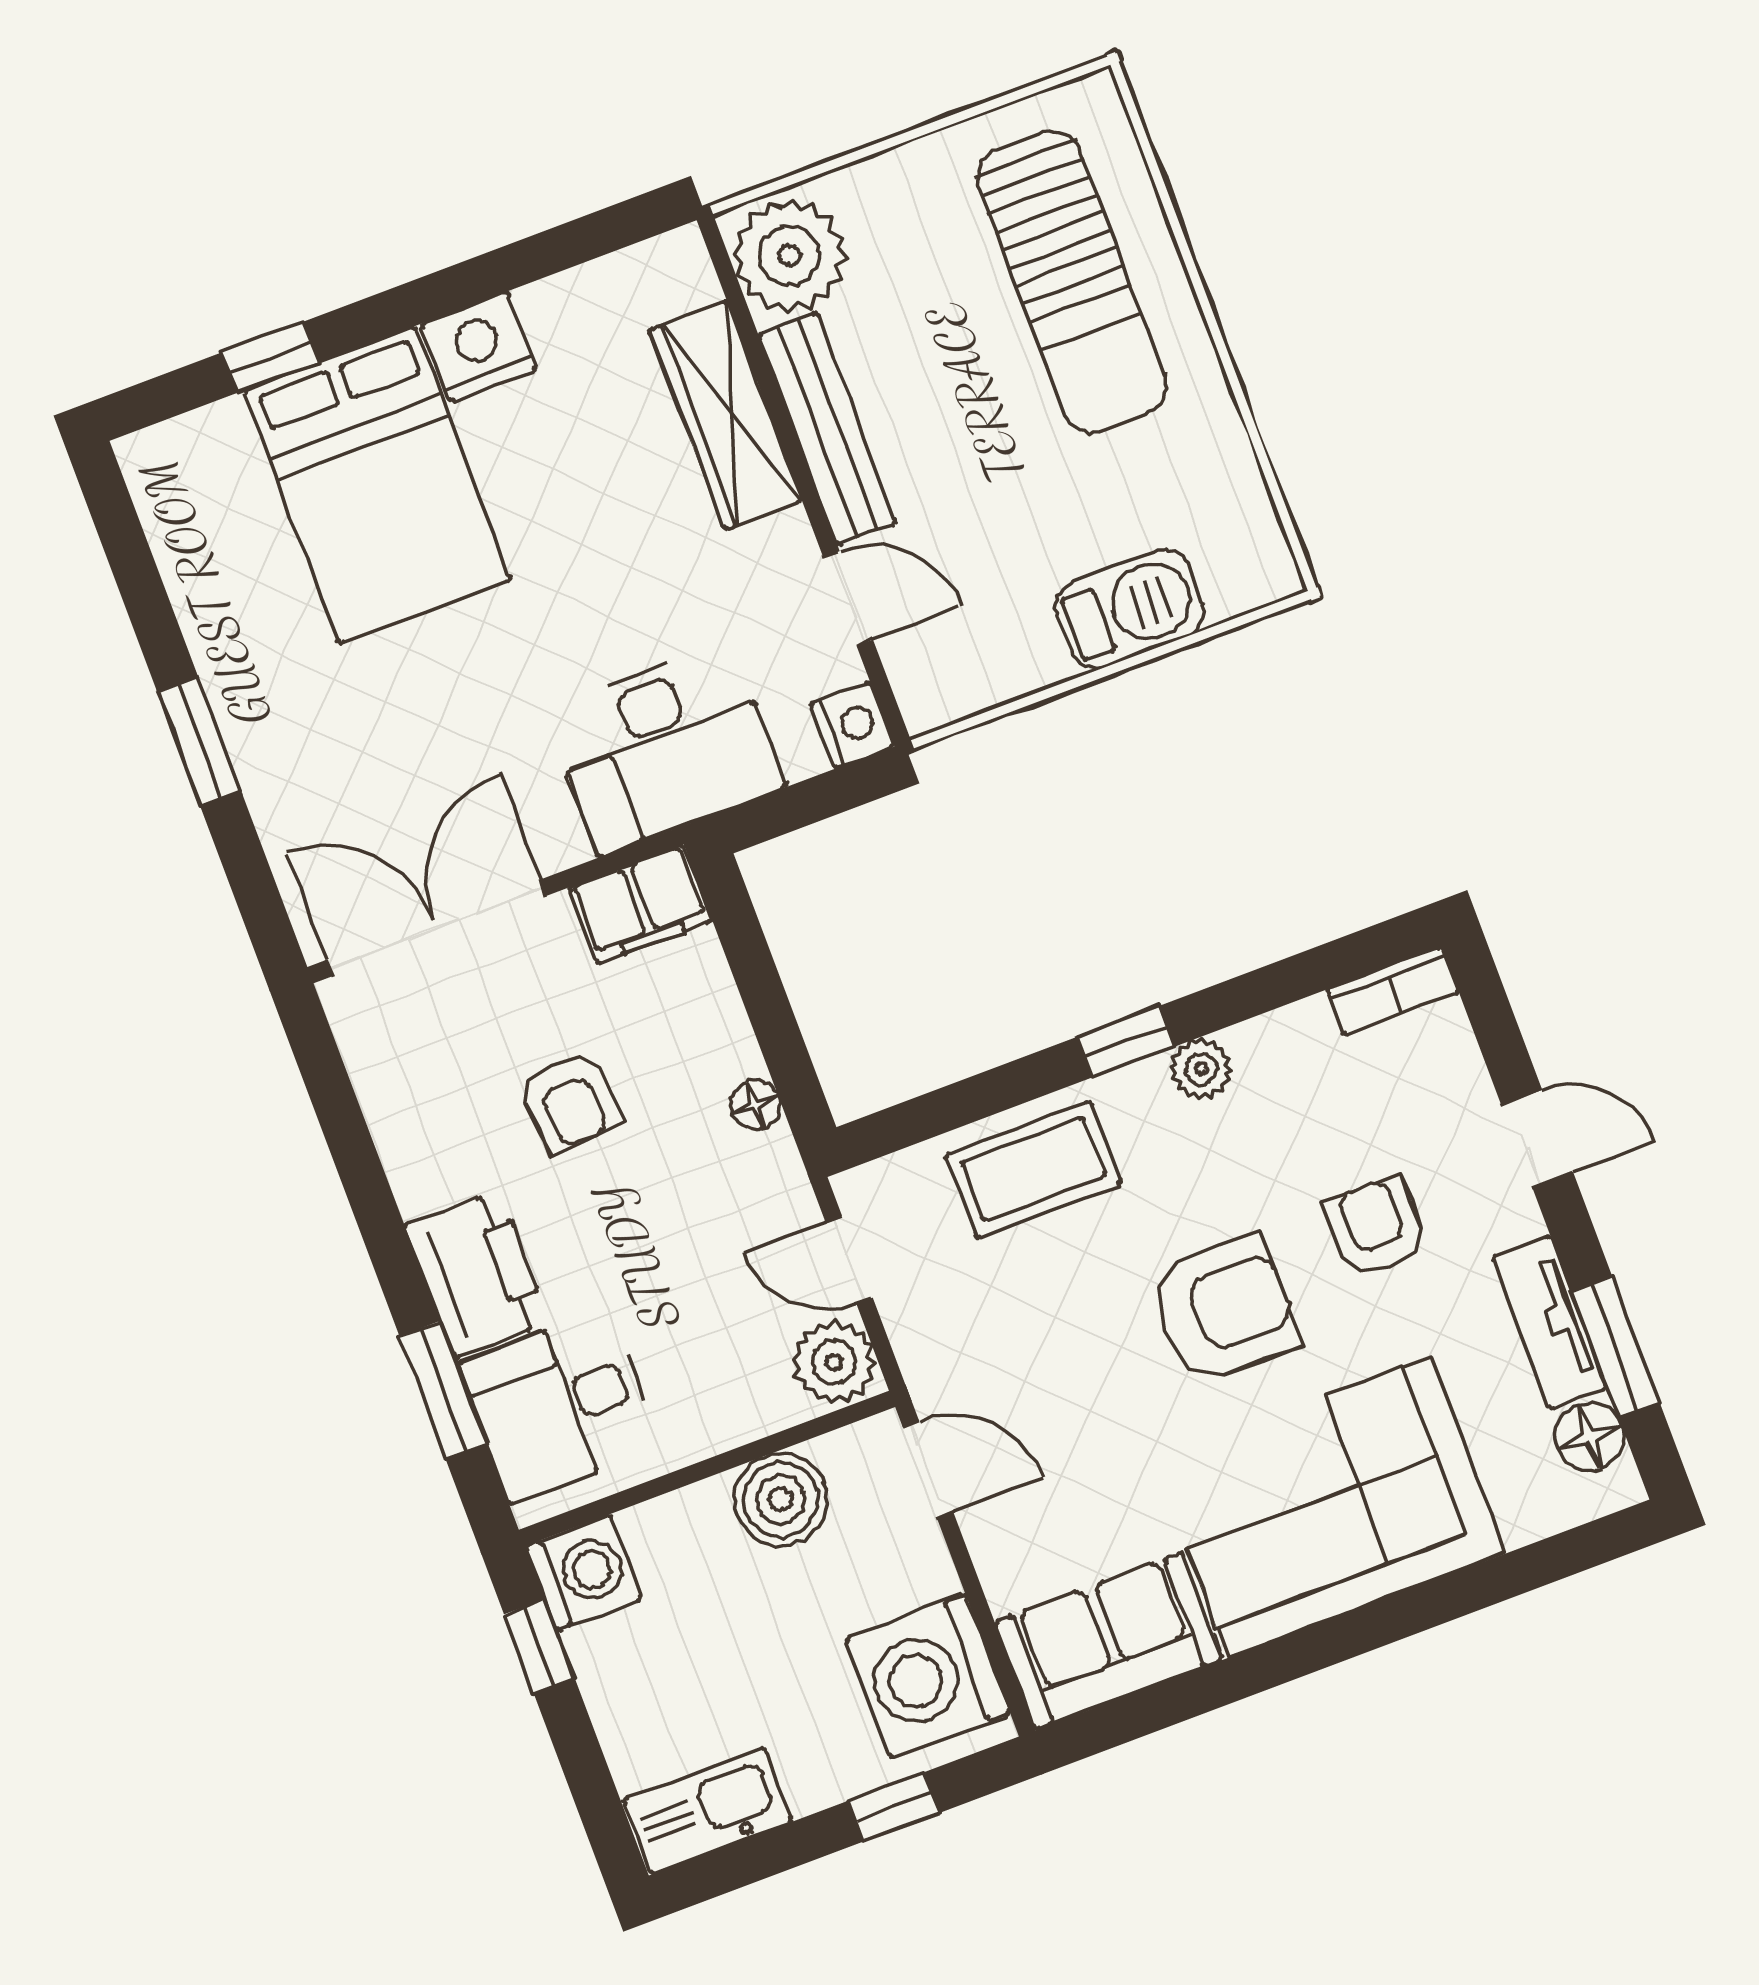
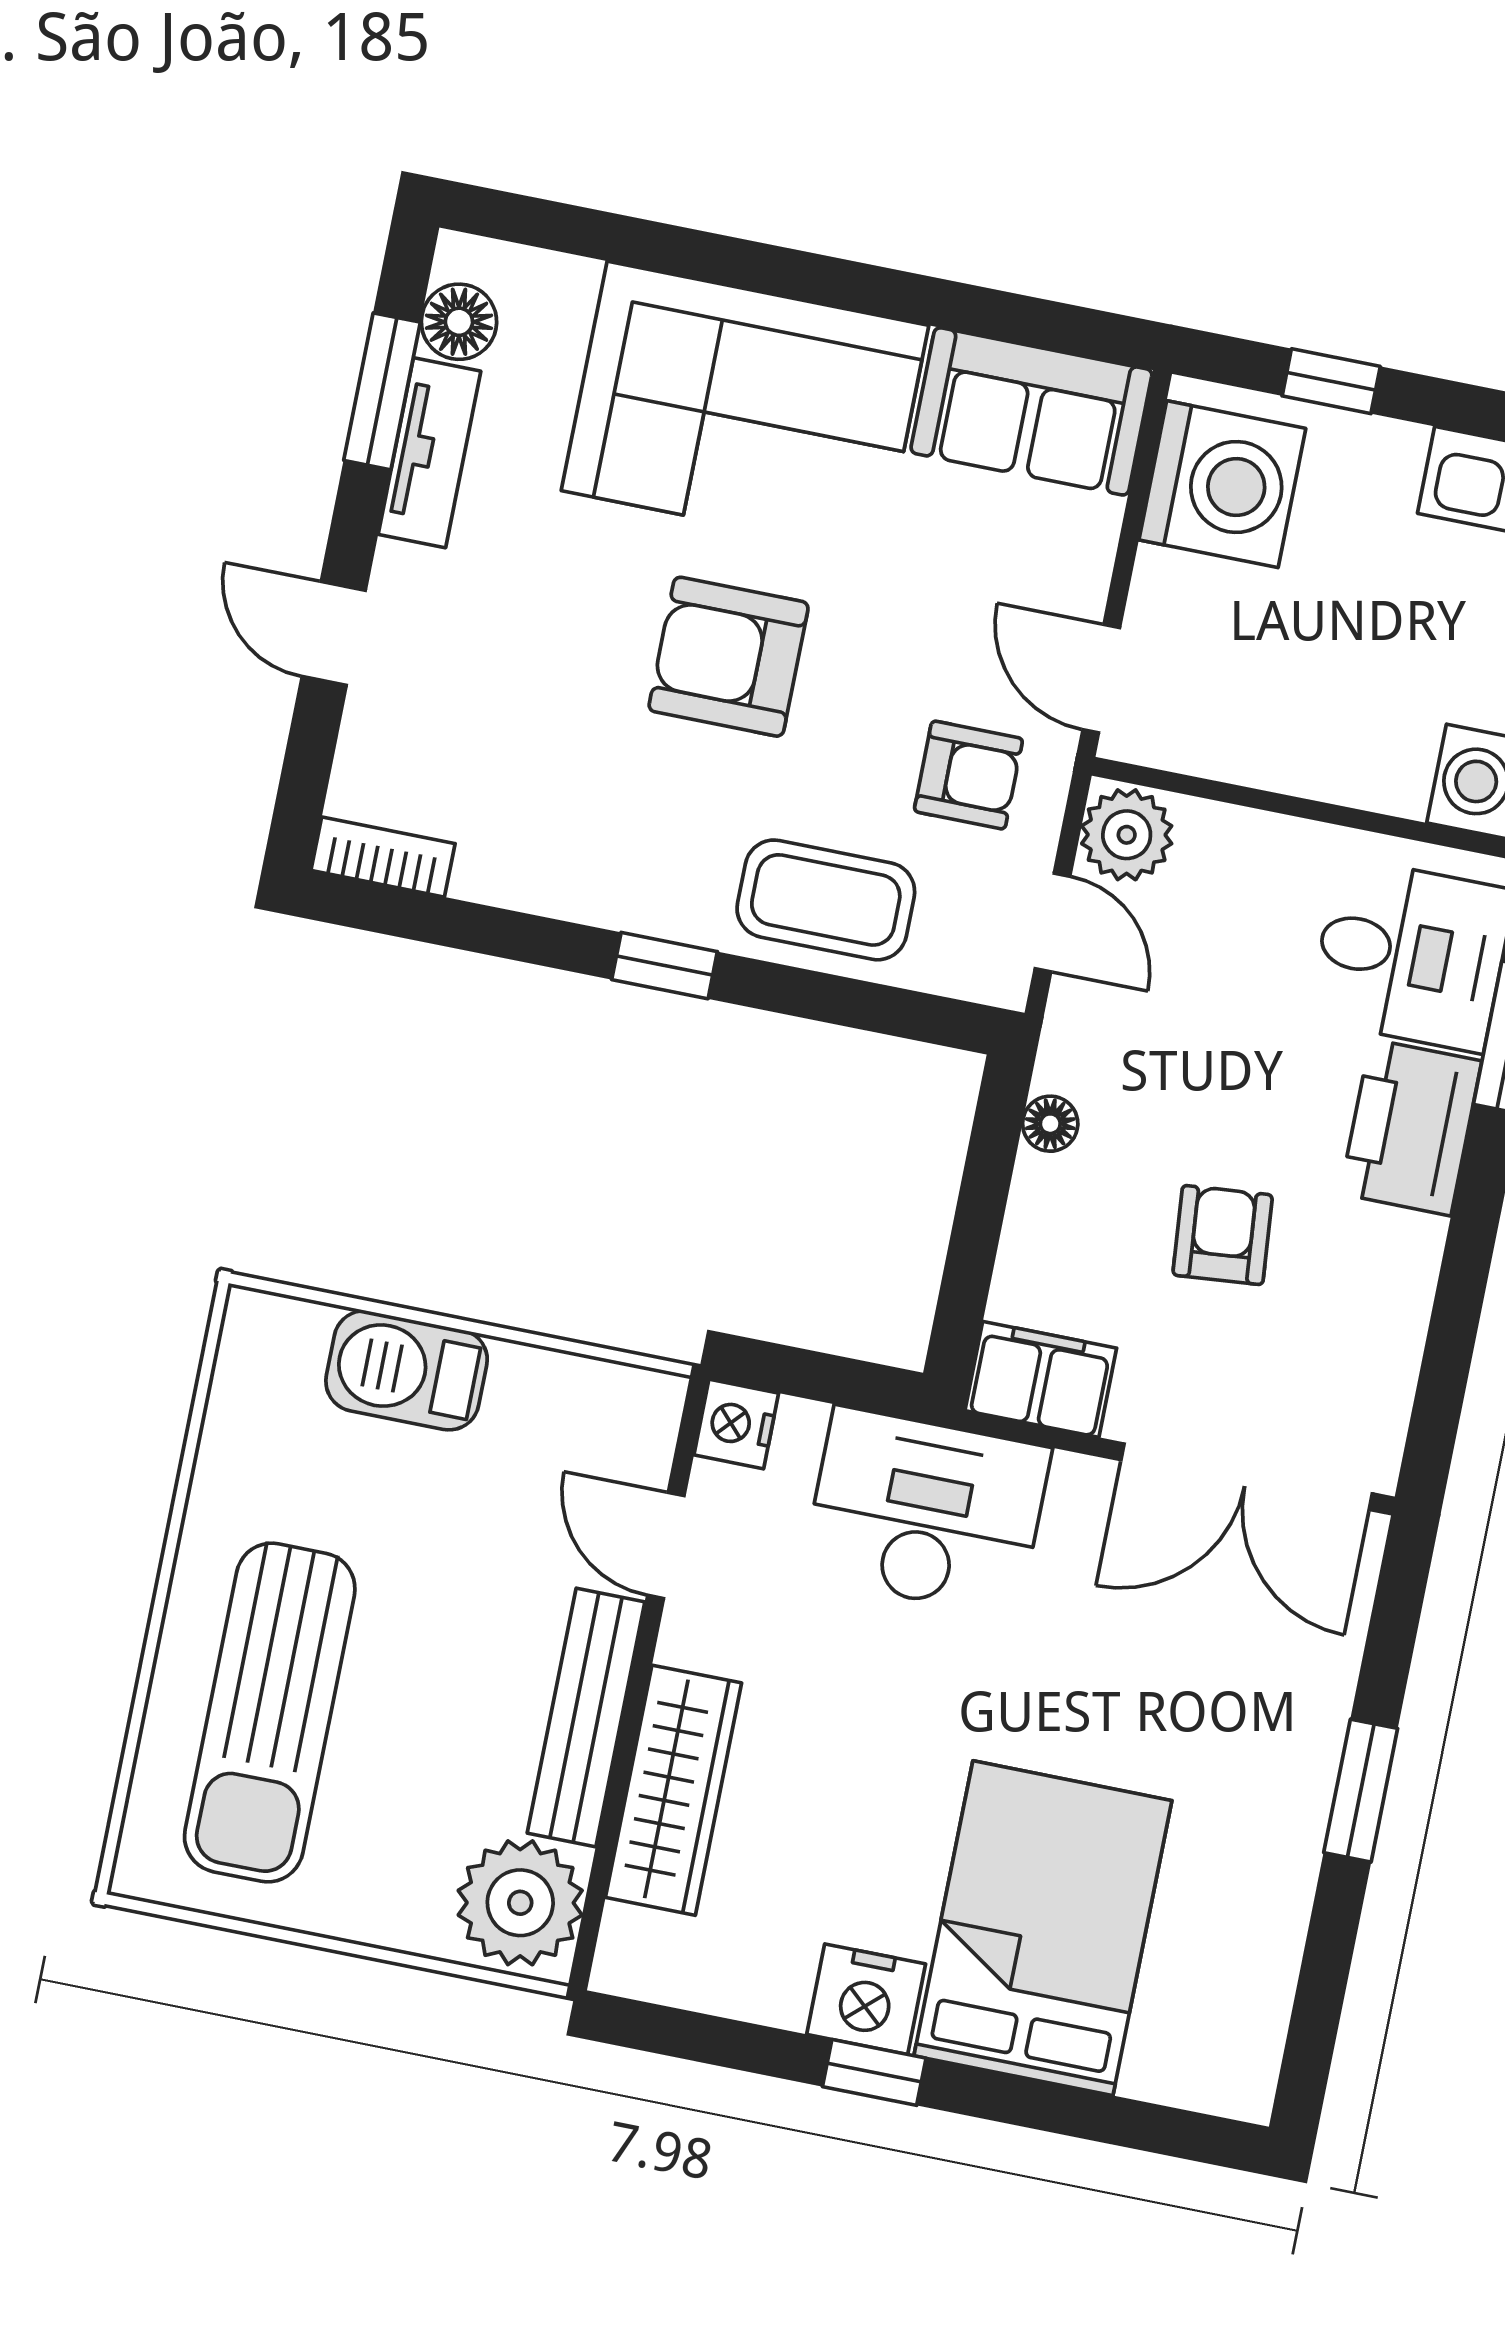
sun lounger: (1072, 282) -> (270, 1713), turned 180
window: (270, 357) -> (874, 2072), moved
plant: (1201, 1069) -> (609, 896), removed
armchair: (1376, 1227) -> (968, 775), moved, turned -90
boiler: (781, 1499) -> (1257, 737), removed

